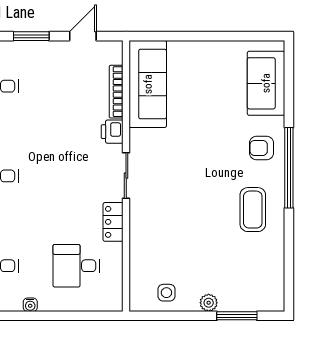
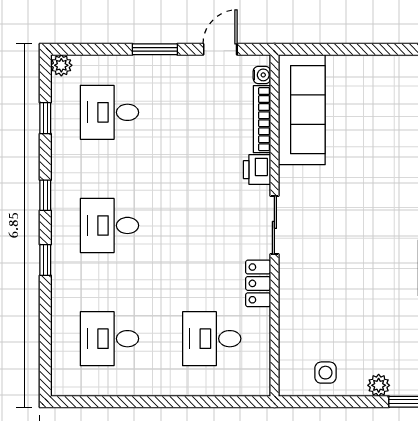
water cooler: (30, 305) -> (262, 75), moved, turned -90

